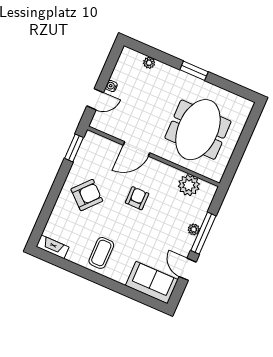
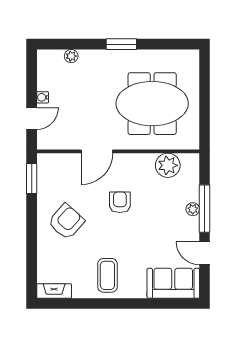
meeting table: (198, 130) -> (152, 104), turned 90

